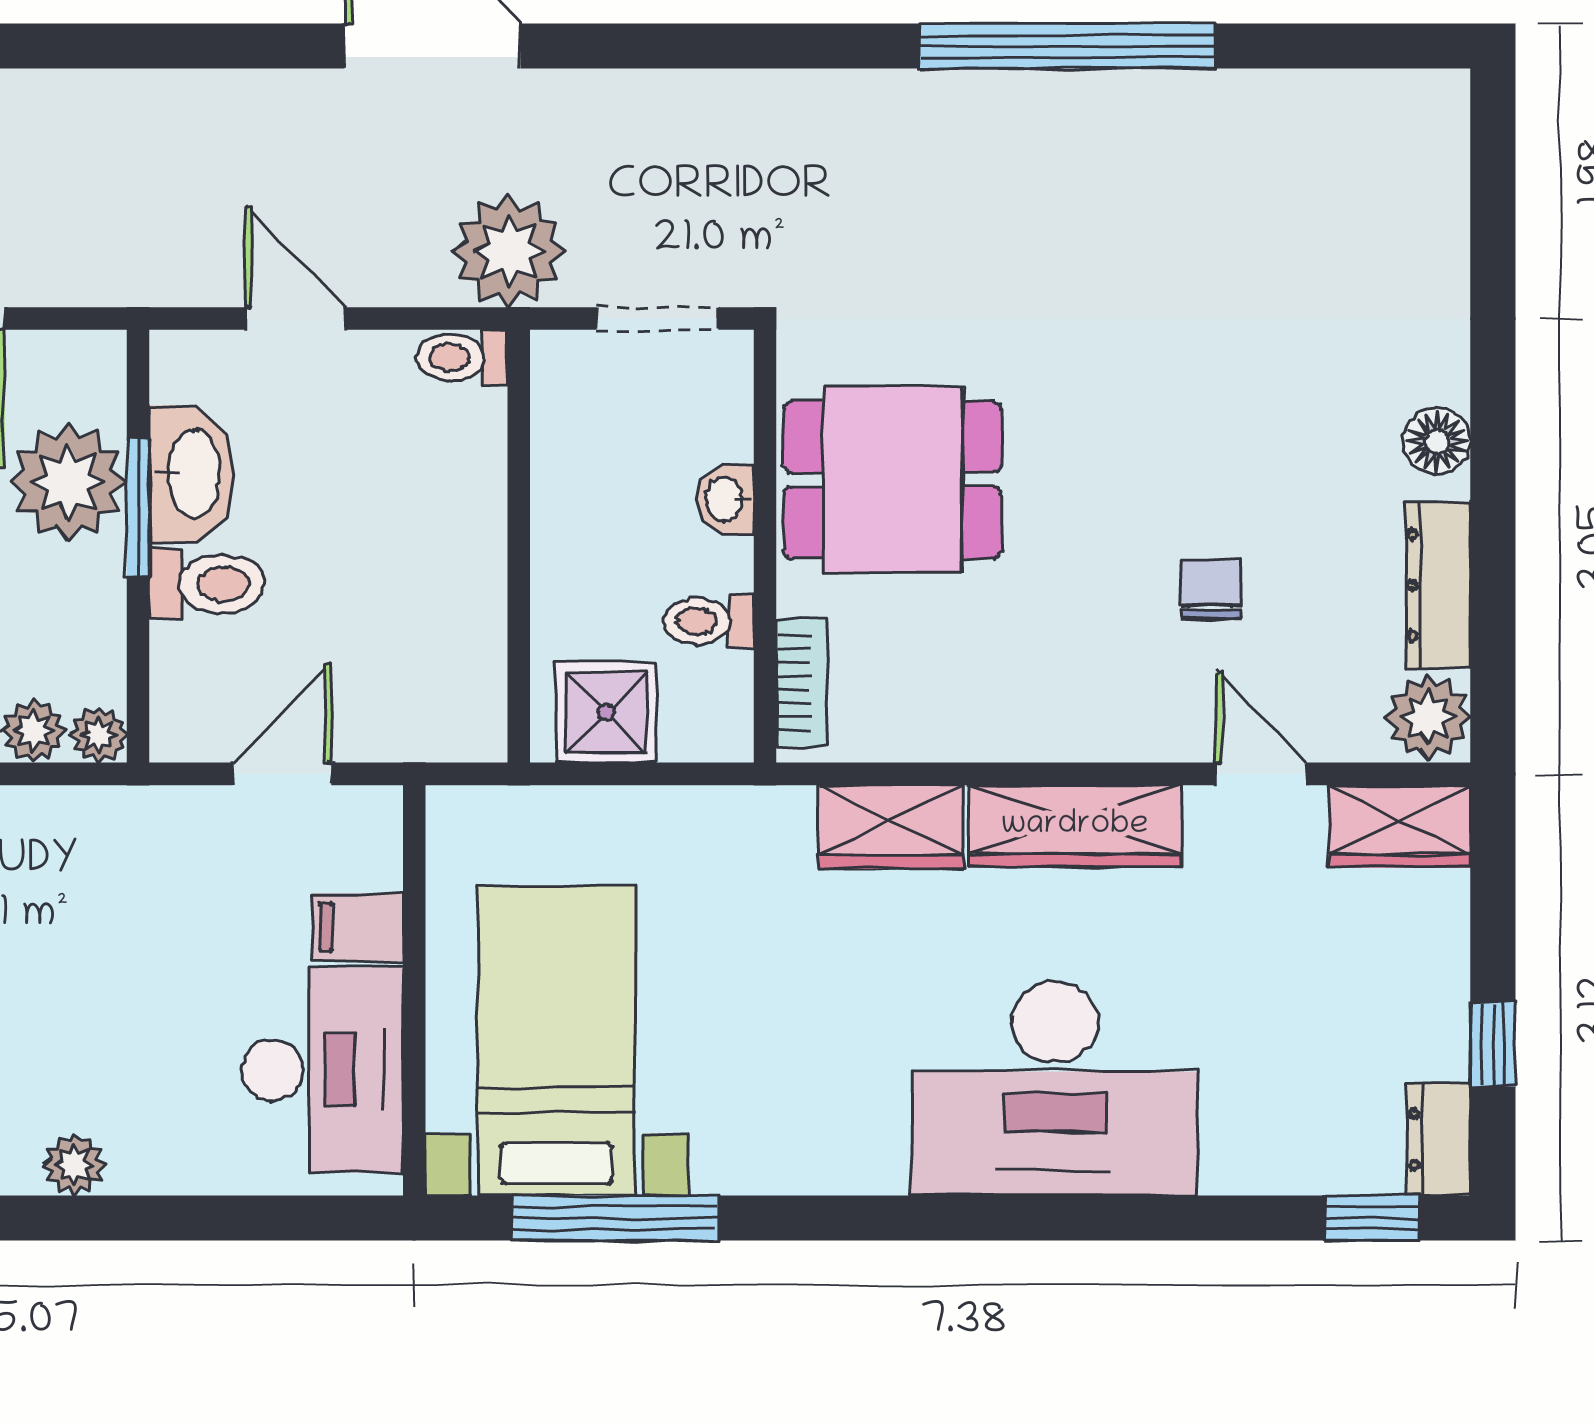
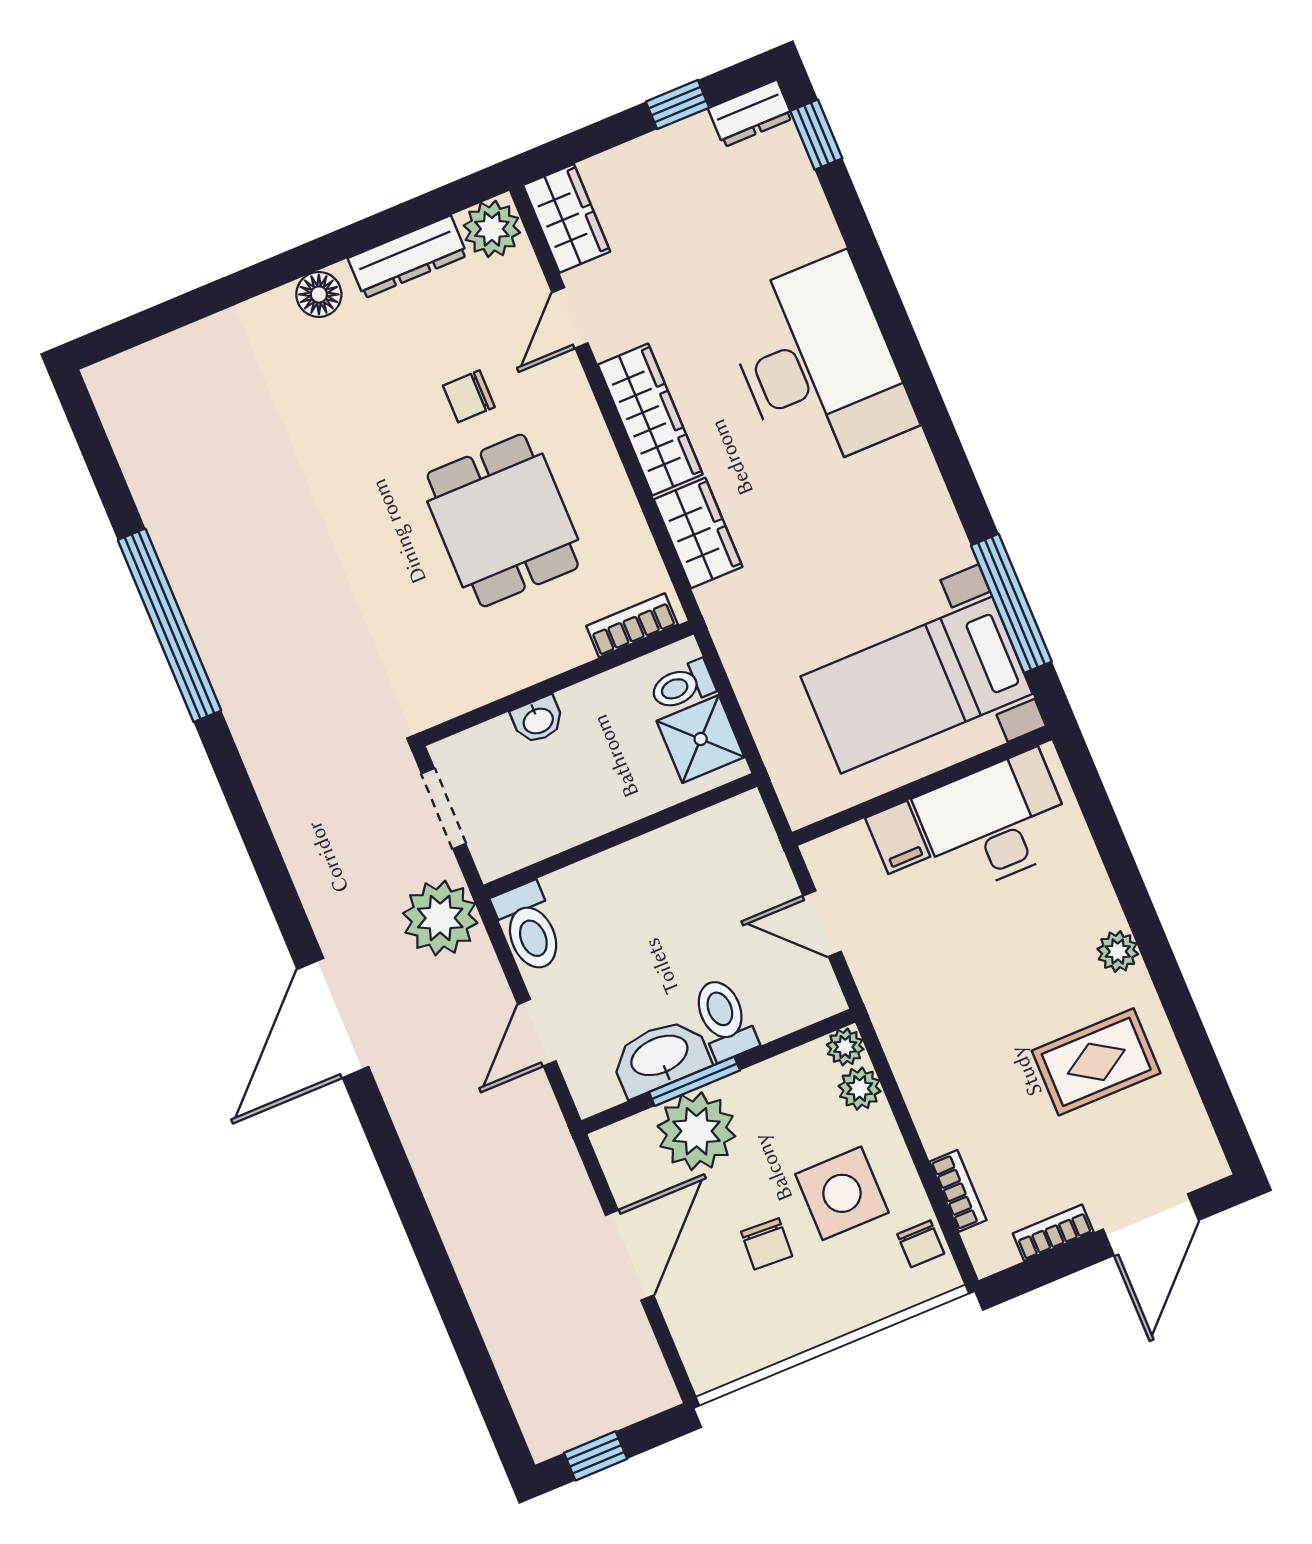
toilet: (462, 357) -> (529, 927), width x1.37, depth x1.39
dining table: (892, 480) -> (503, 520), moved
toilet: (709, 621) -> (682, 686), moved, turned 90

